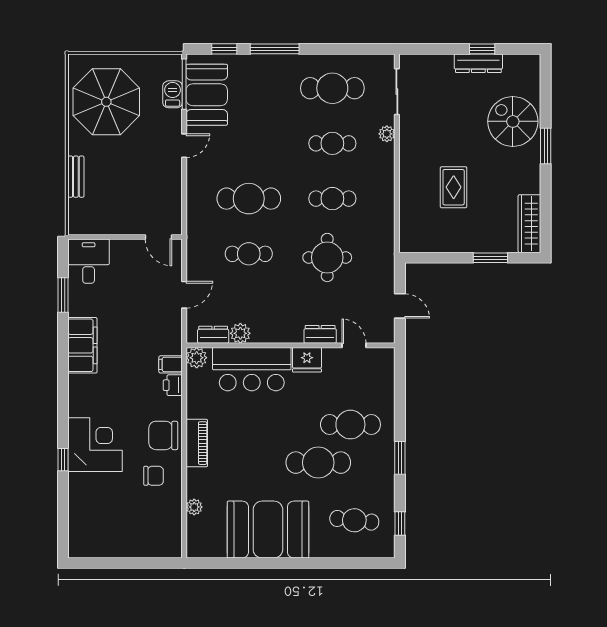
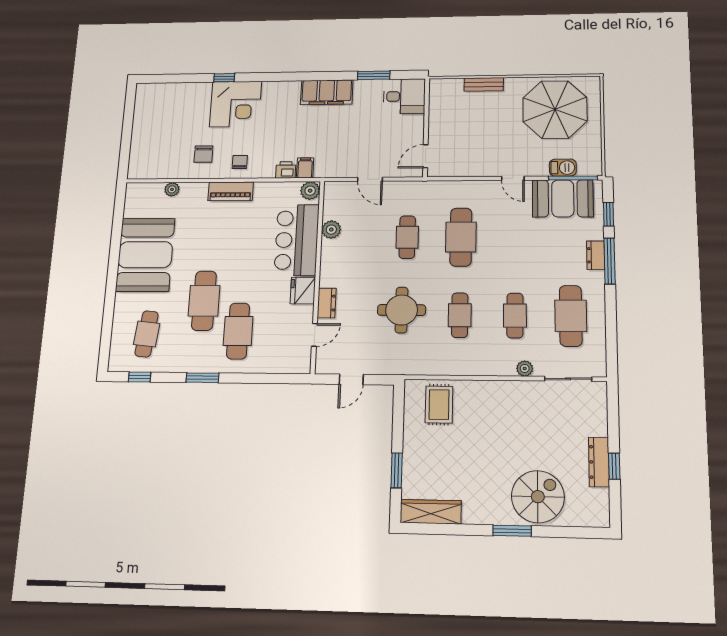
rug: (454, 187) -> (439, 405), moved, turned 90
dresser: (213, 335) -> (596, 255), moved, turned 180
chair: (163, 435) -> (240, 162), width x0.54, depth x0.54

